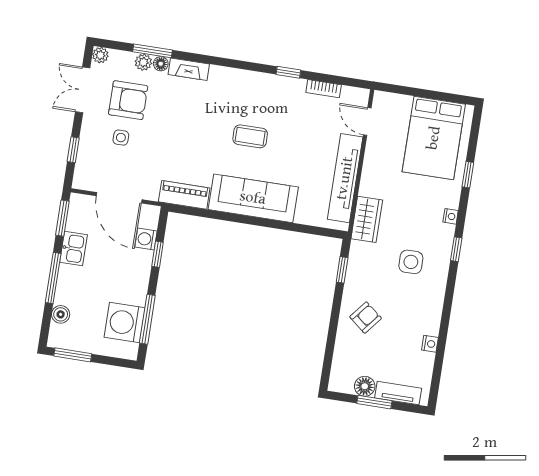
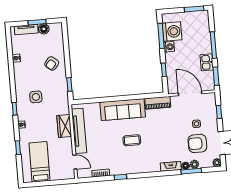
bed: (434, 138) -> (40, 162), width x0.67
wardrobe: (367, 219) -> (64, 126), moved
washing machine: (146, 239) -> (169, 47), moved
boiler: (61, 314) -> (205, 28), removed

